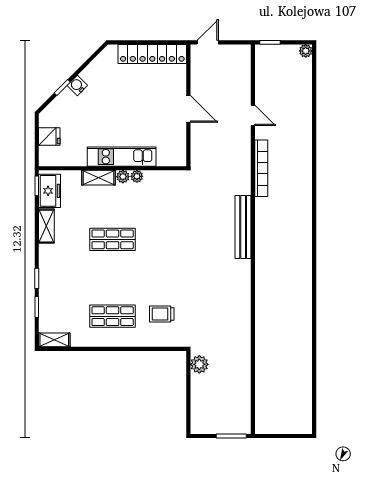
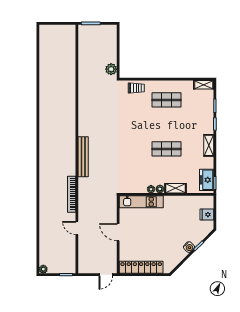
kitchen unit: (122, 157) -> (141, 202), moved
shelving: (46, 226) -> (209, 145), moved
trolley: (162, 314) -> (136, 88), moved

